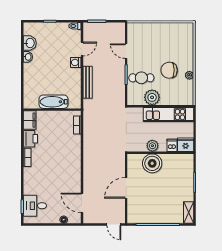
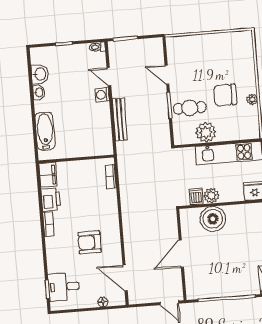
door: (82, 49) -> (109, 77), swing flipped
bathtub: (54, 102) -> (45, 131), moved, turned 90
dishwasher: (172, 145) -> (196, 196), moved
armchair: (57, 174) -> (90, 242), added

